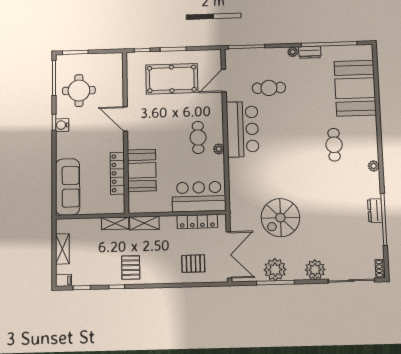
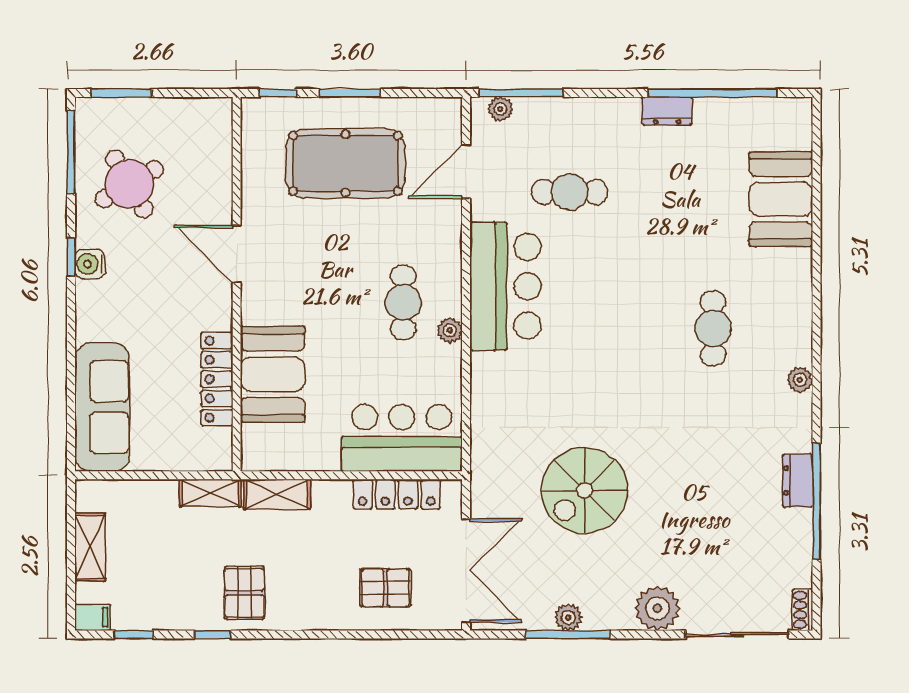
plant: (293, 52) -> (500, 109), moved
booth: (355, 88) -> (781, 199), width x0.73, depth x0.70
round table: (79, 91) -> (129, 184), turned -30
plant: (275, 270) -> (568, 617), width x0.53, depth x0.53

